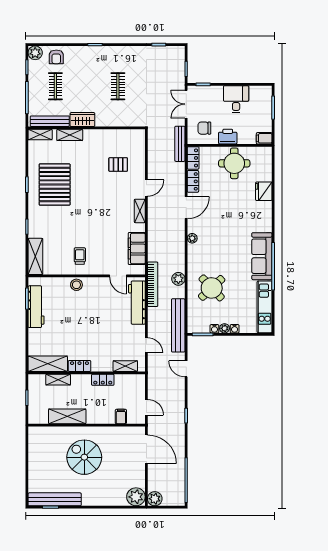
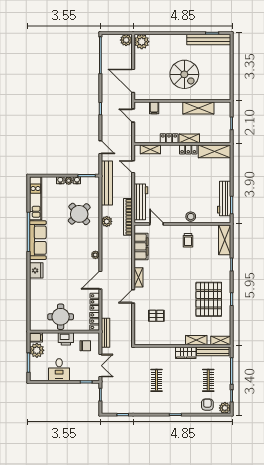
plant: (263, 123) -> (37, 350), added
fridge: (264, 191) -> (36, 270), moved
shelving: (58, 380) -> (189, 138), moved

